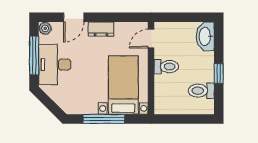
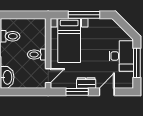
window: (113, 17) -> (77, 92), added
plant: (45, 28) -> (128, 83), removed

